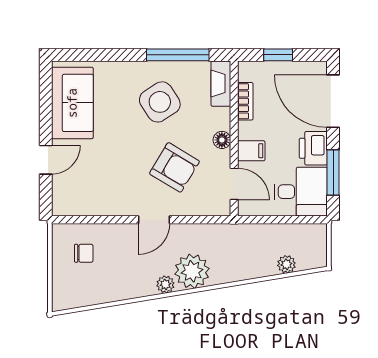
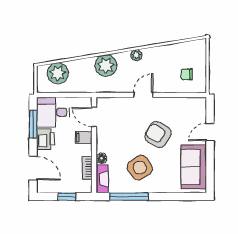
door: (333, 101) -> (33, 168), width x0.73
floor lamp: (222, 140) -> (102, 158), moved
armchair: (174, 167) -> (158, 135), moved
plant: (286, 264) -> (58, 73), width x1.87, depth x1.87
plant: (192, 271) -> (106, 66), moved

